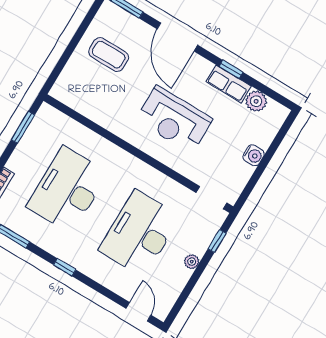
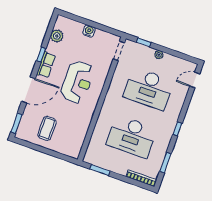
row of seats: (228, 84) -> (46, 65), moved

